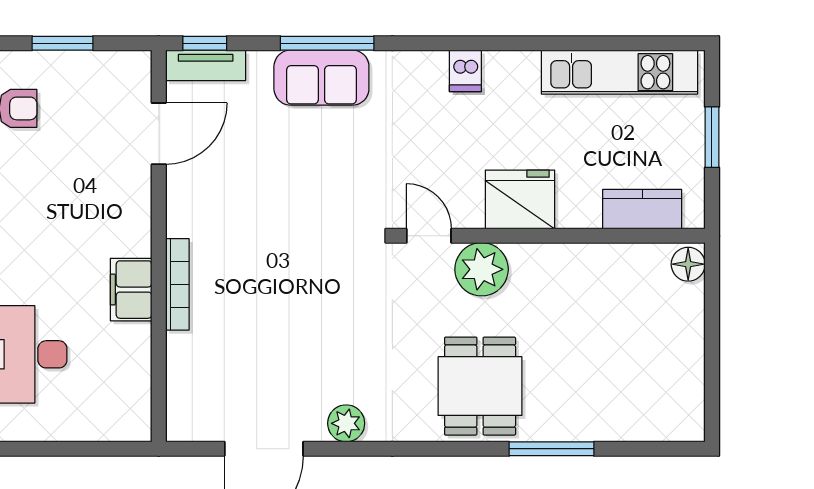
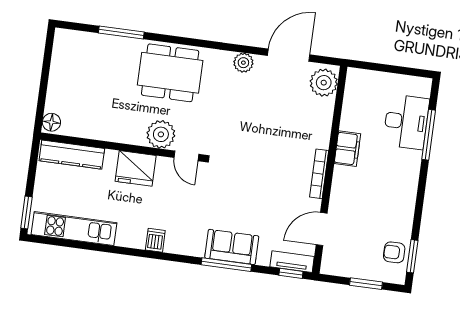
window: (712, 137) -> (26, 213), moved
kitchen counter: (642, 209) -> (72, 155), width x1.50
bookcase: (177, 284) -> (319, 174), moved
dining table: (480, 386) -> (170, 73), width x1.38
plant: (192, 406) -> (324, 83), added
window: (551, 449) -> (121, 32), moved

